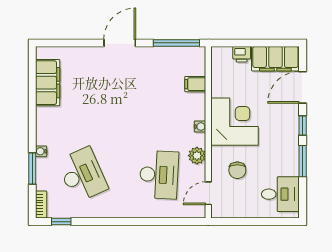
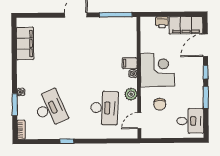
filing cabinet: (195, 84) -> (130, 63), moved
window: (61, 222) -> (67, 141), moved

